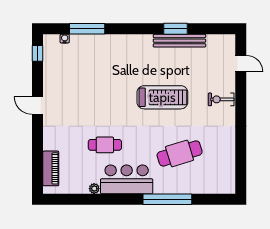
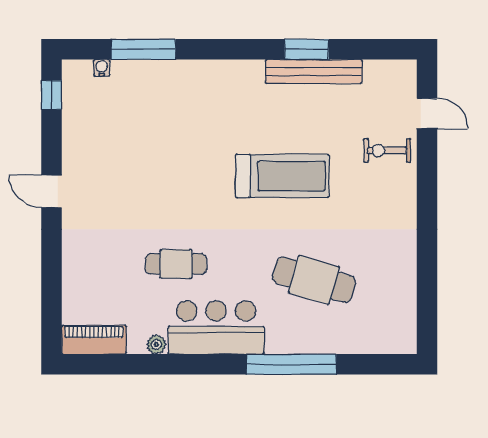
exercise bike: (221, 99) -> (387, 151), moved
cafe table: (180, 153) -> (314, 280), turned 33
piano: (51, 168) -> (94, 340), moved, turned -90

